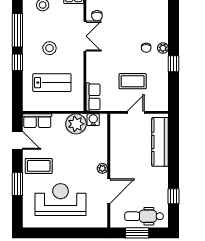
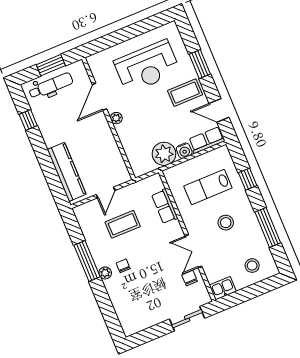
window: (17, 62) -> (248, 179), moved
window: (174, 64) -> (87, 261), width x2.17
row of seats: (93, 97) -> (165, 206), moved
water cooler: (93, 120) -> (184, 151), moved

